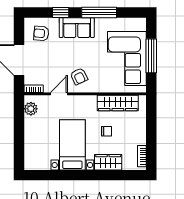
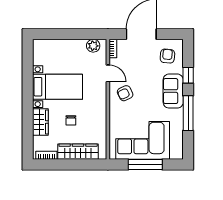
wardrobe: (118, 103) -> (78, 152), moved, turned 90

